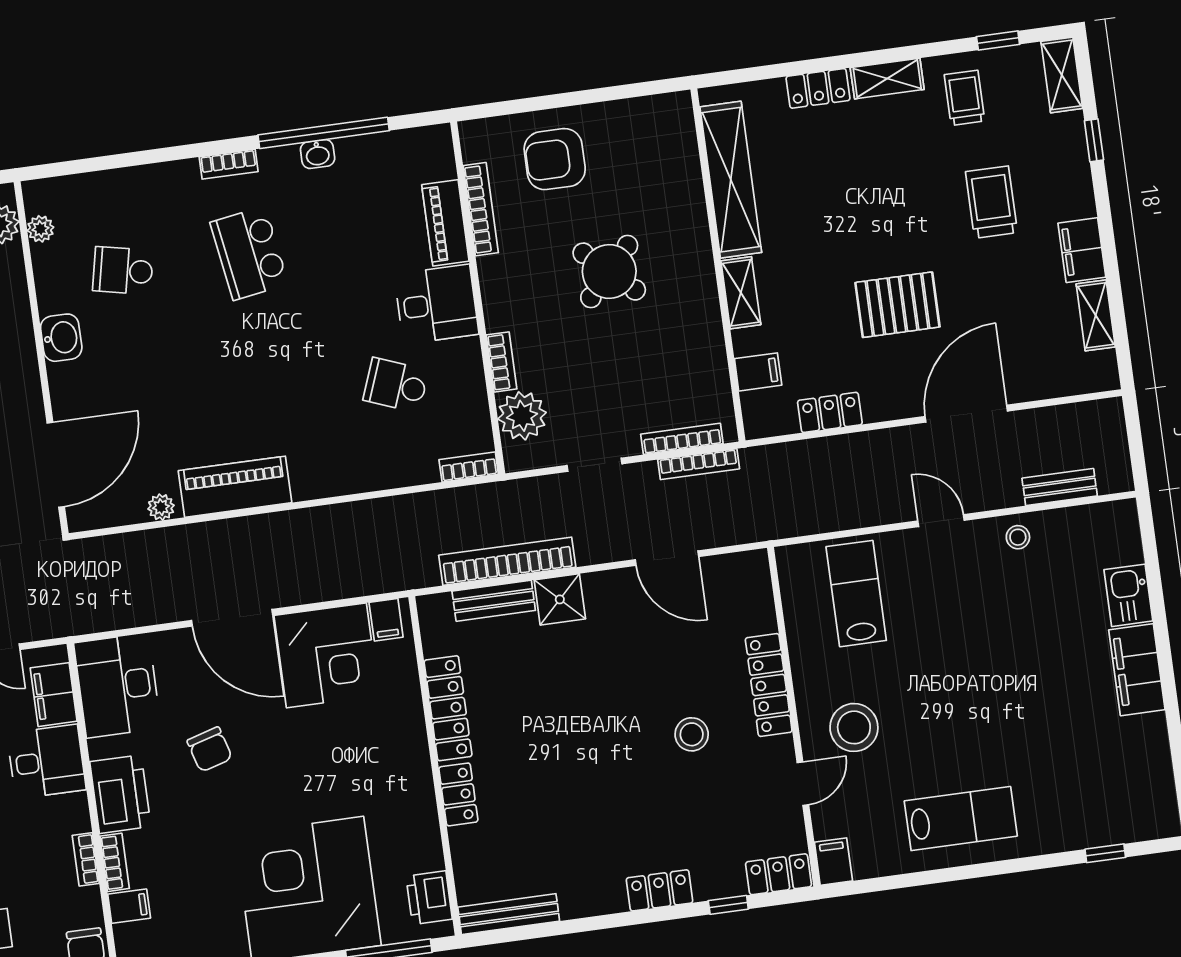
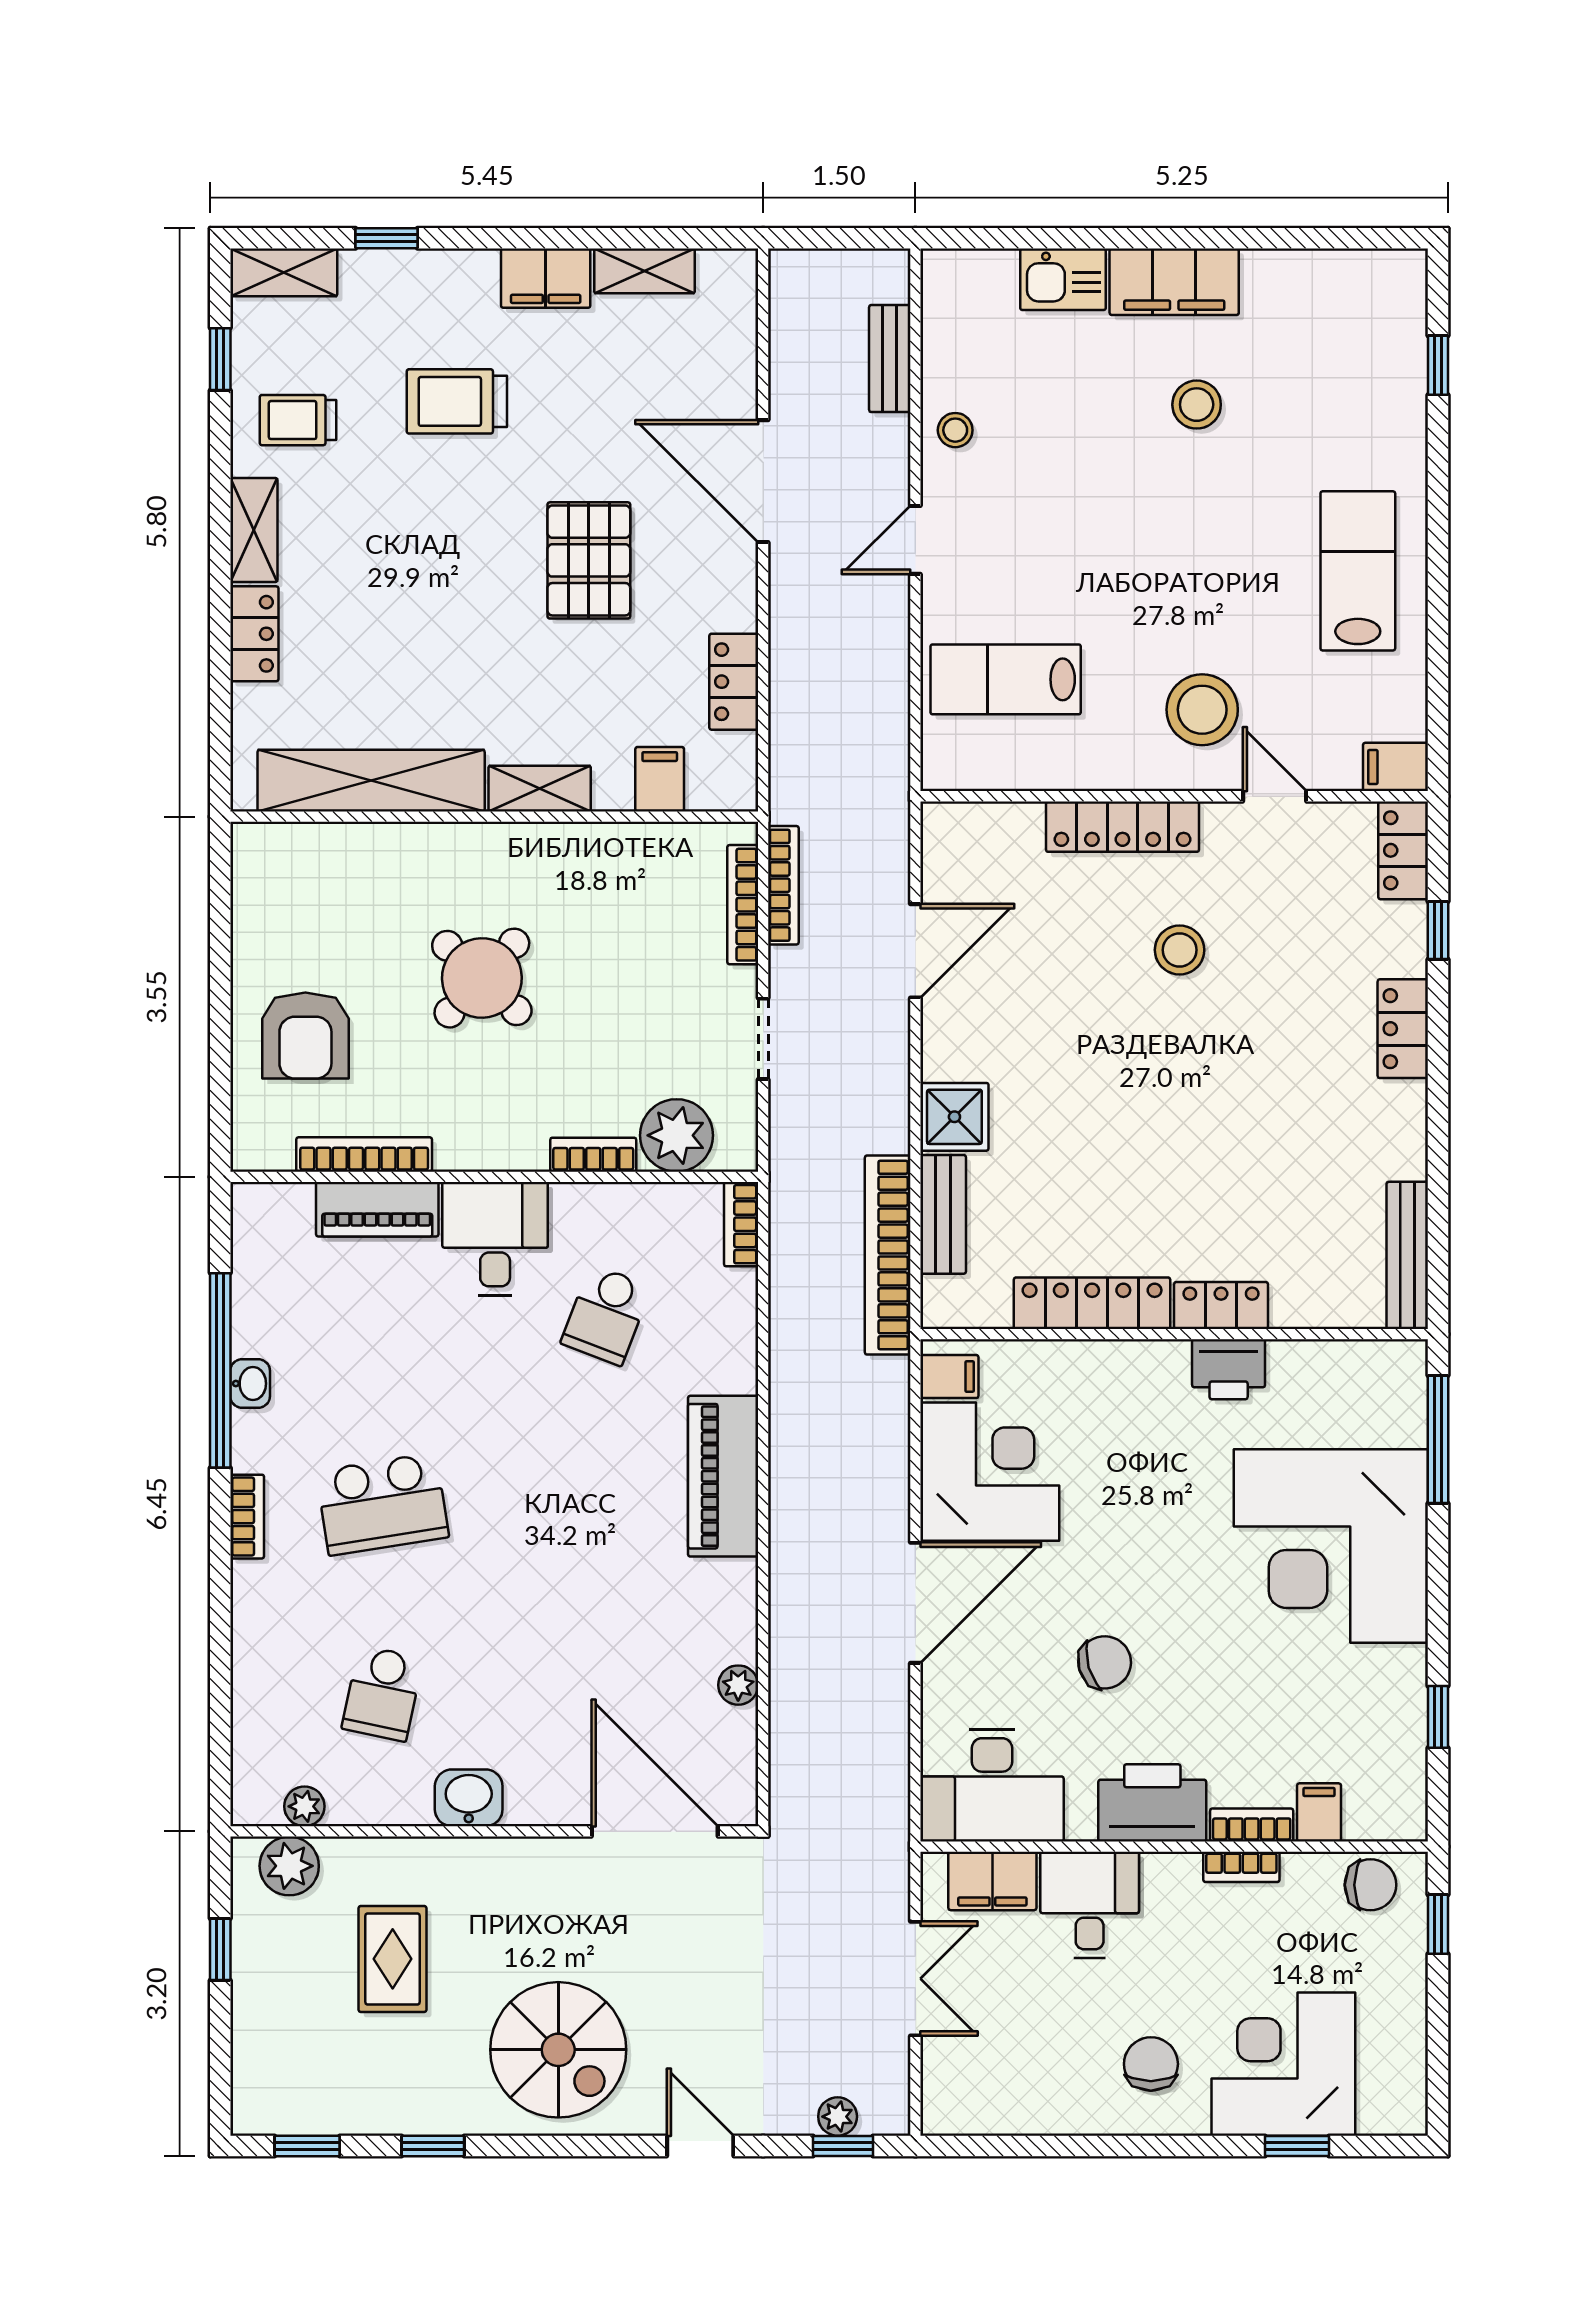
piano: (235, 487) -> (723, 1476), moved
bookcase: (507, 561) -> (888, 1255), moved
stool: (1057, 696) -> (1197, 405), added
printer: (429, 898) -> (1229, 1369), moved

